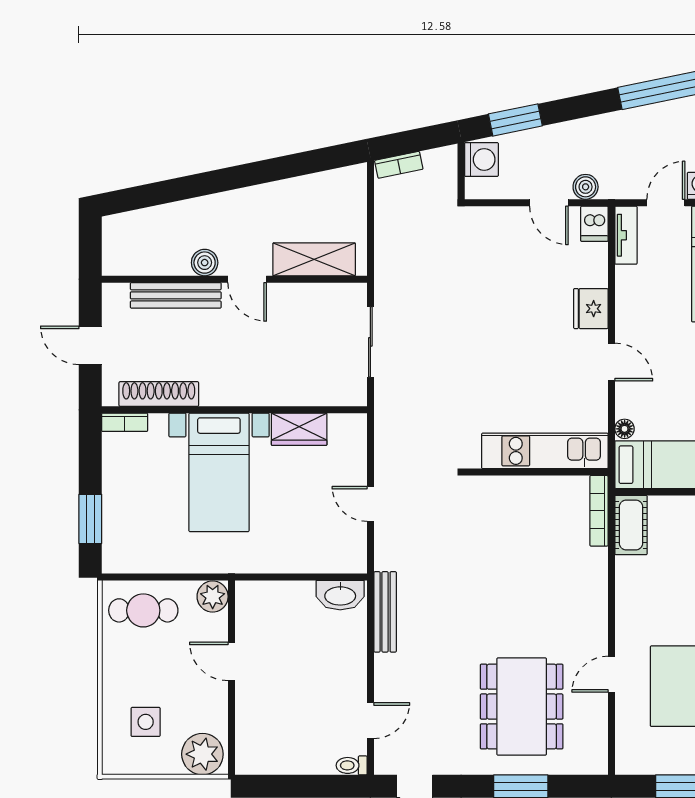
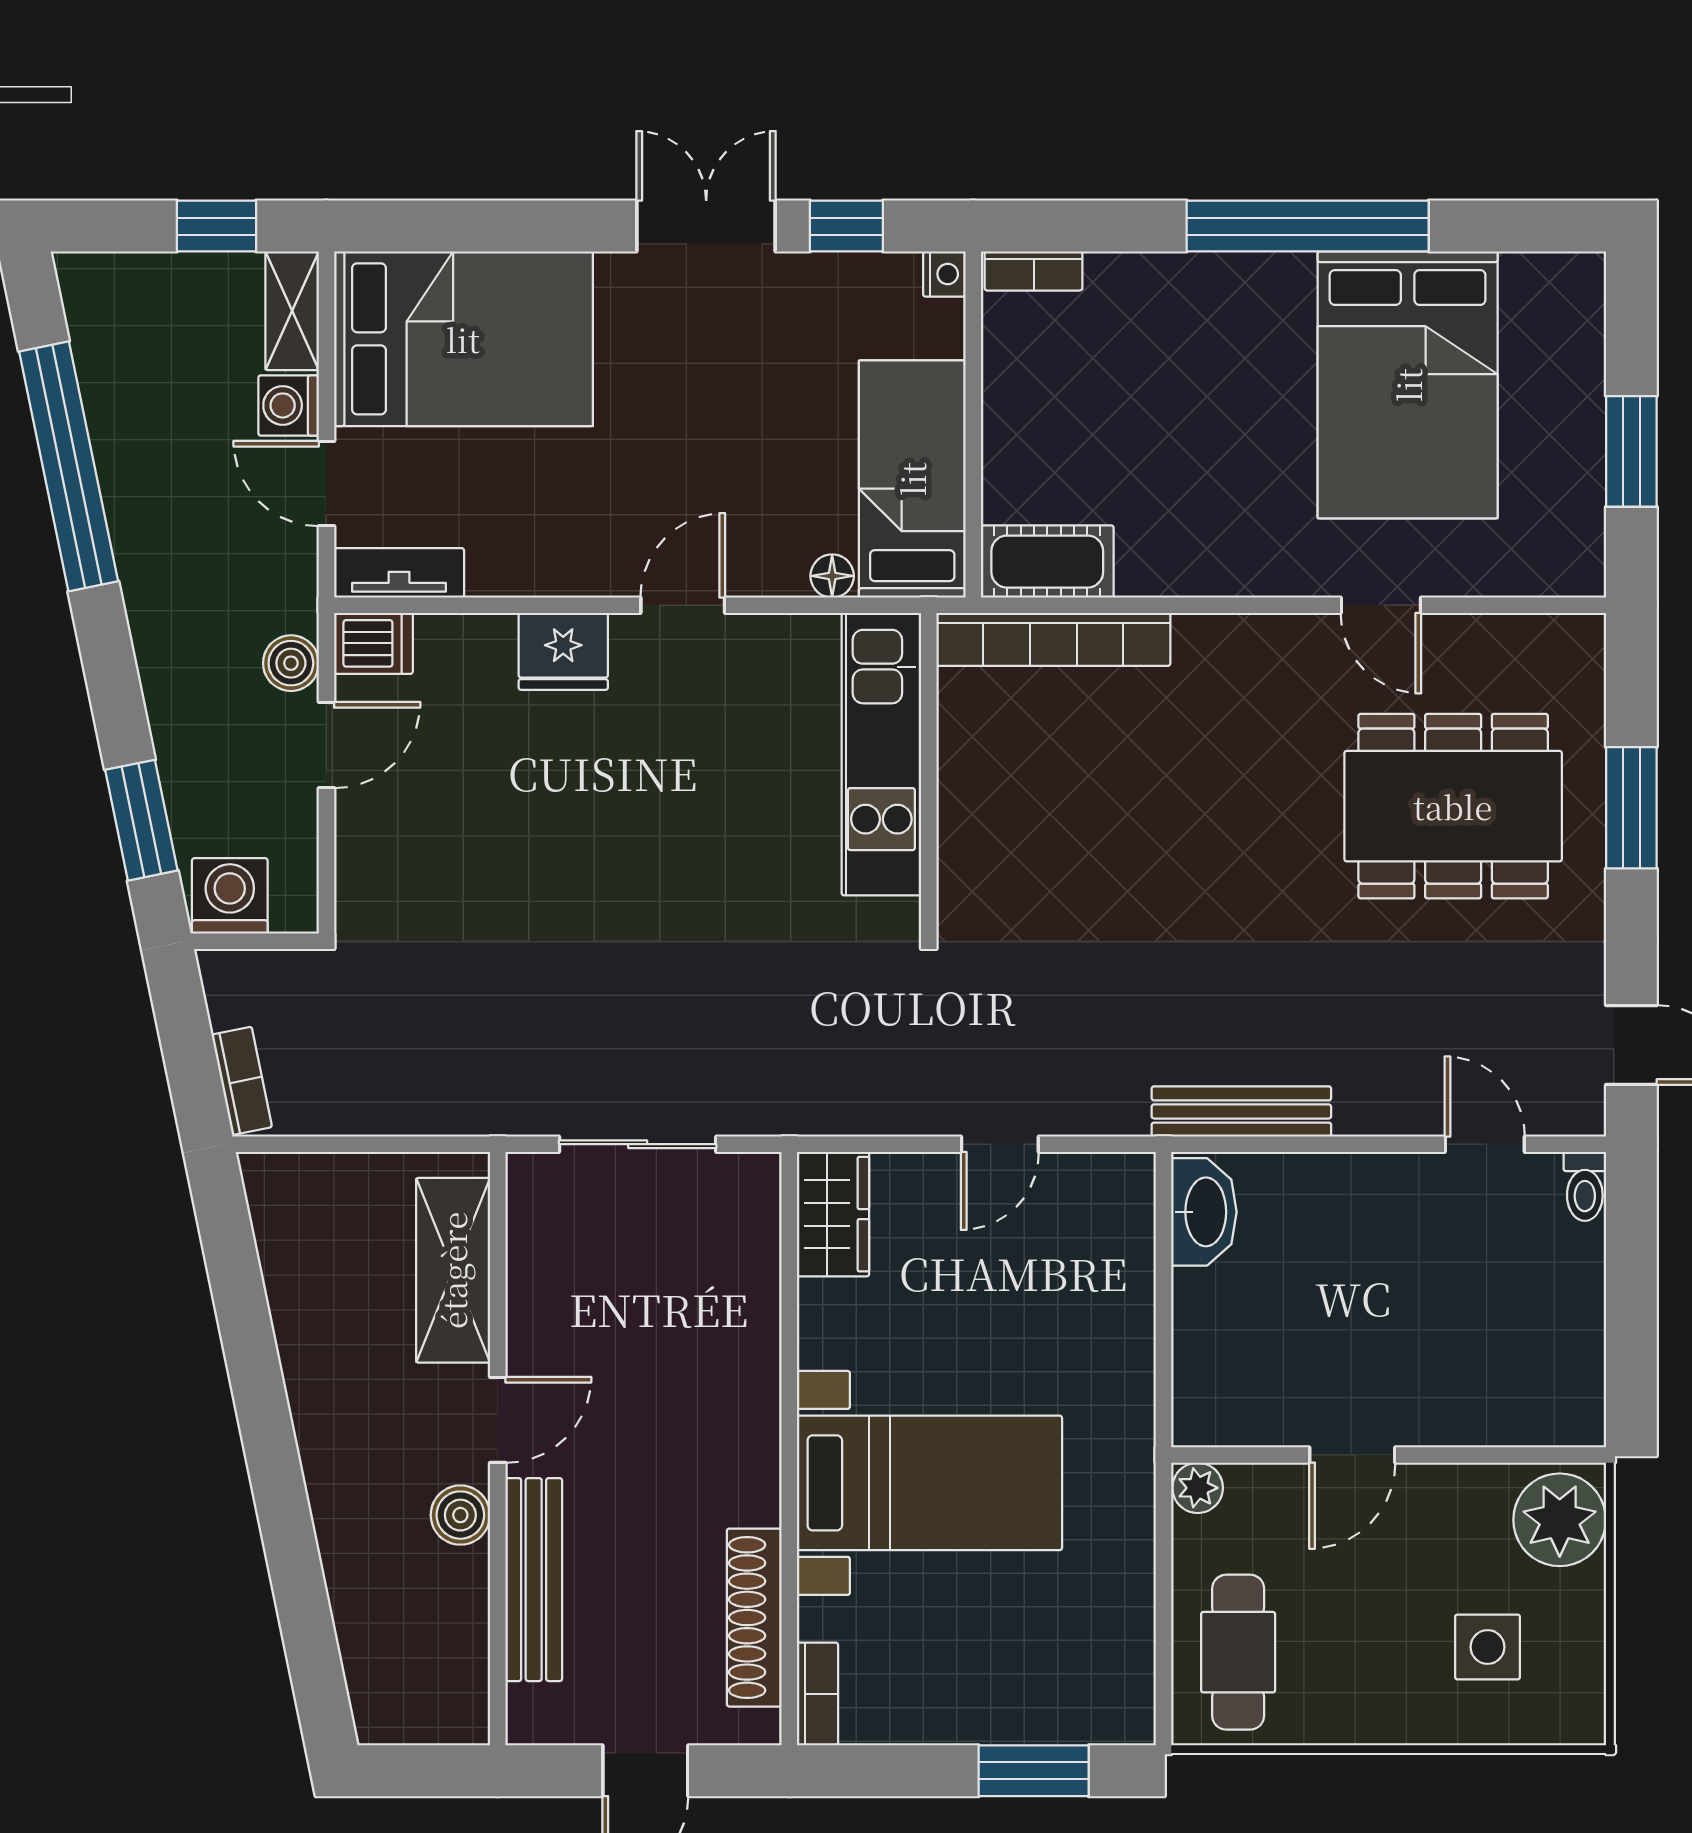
wardrobe: (299, 429) -> (833, 1214), moved
bookcase: (599, 511) -> (1053, 639), width x1.48, depth x1.31
plant: (213, 597) -> (1198, 1488), width x0.73, depth x0.73

